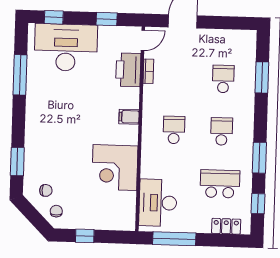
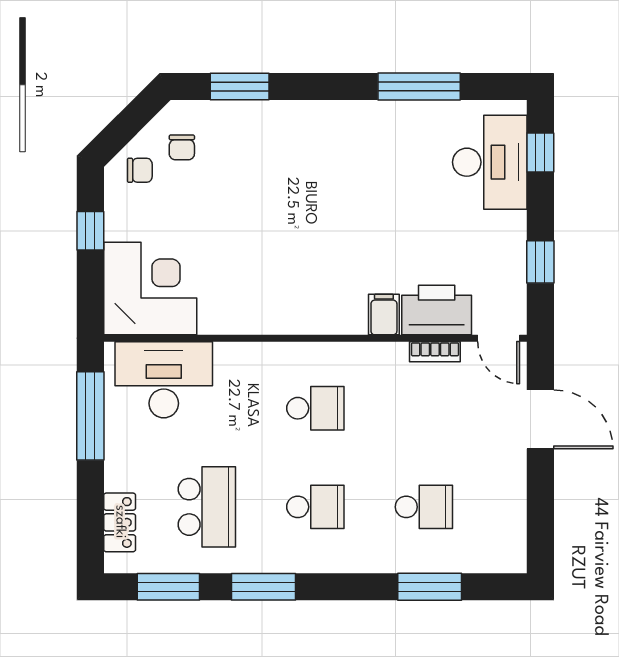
desk: (66, 47) -> (490, 162), width x0.73, depth x0.77
filing cabinet: (129, 117) -> (384, 315), moved
corner desk: (115, 168) -> (150, 289), moved, turned 90
window: (258, 204) -> (168, 587), width x1.50

